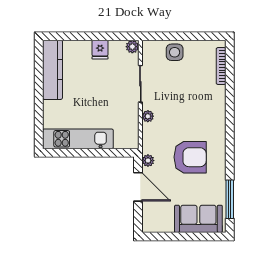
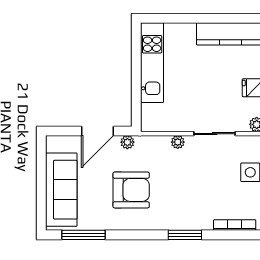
window: (230, 110) -> (185, 235), added
armchair: (190, 157) -> (131, 190), turned -90
sofa: (198, 219) -> (61, 190), width x1.36

